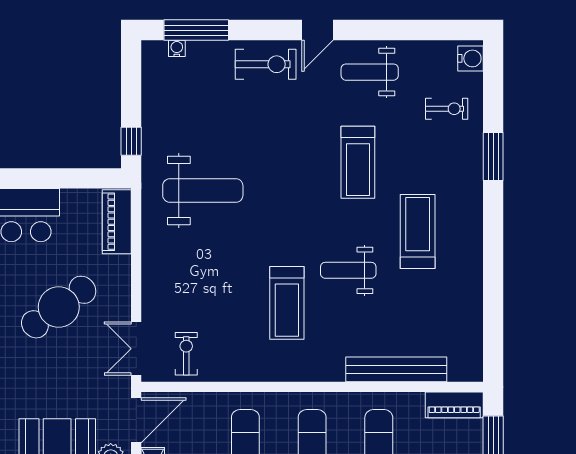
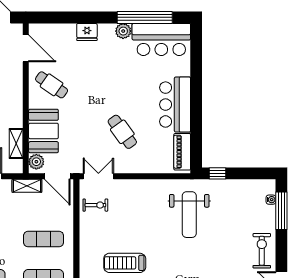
exercise bike: (266, 64) -> (262, 251), turned 180
piano: (117, 222) -> (182, 152), moved, turned -90
cafe table: (59, 307) -> (122, 132), width x0.73, depth x0.74

